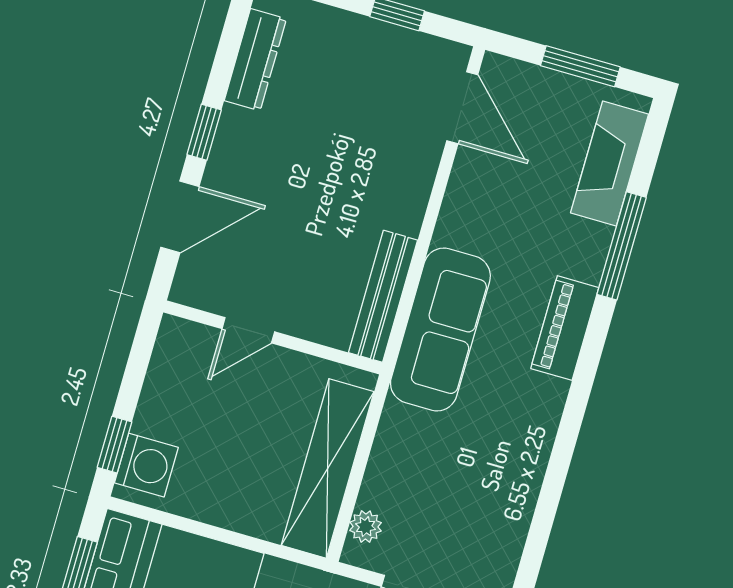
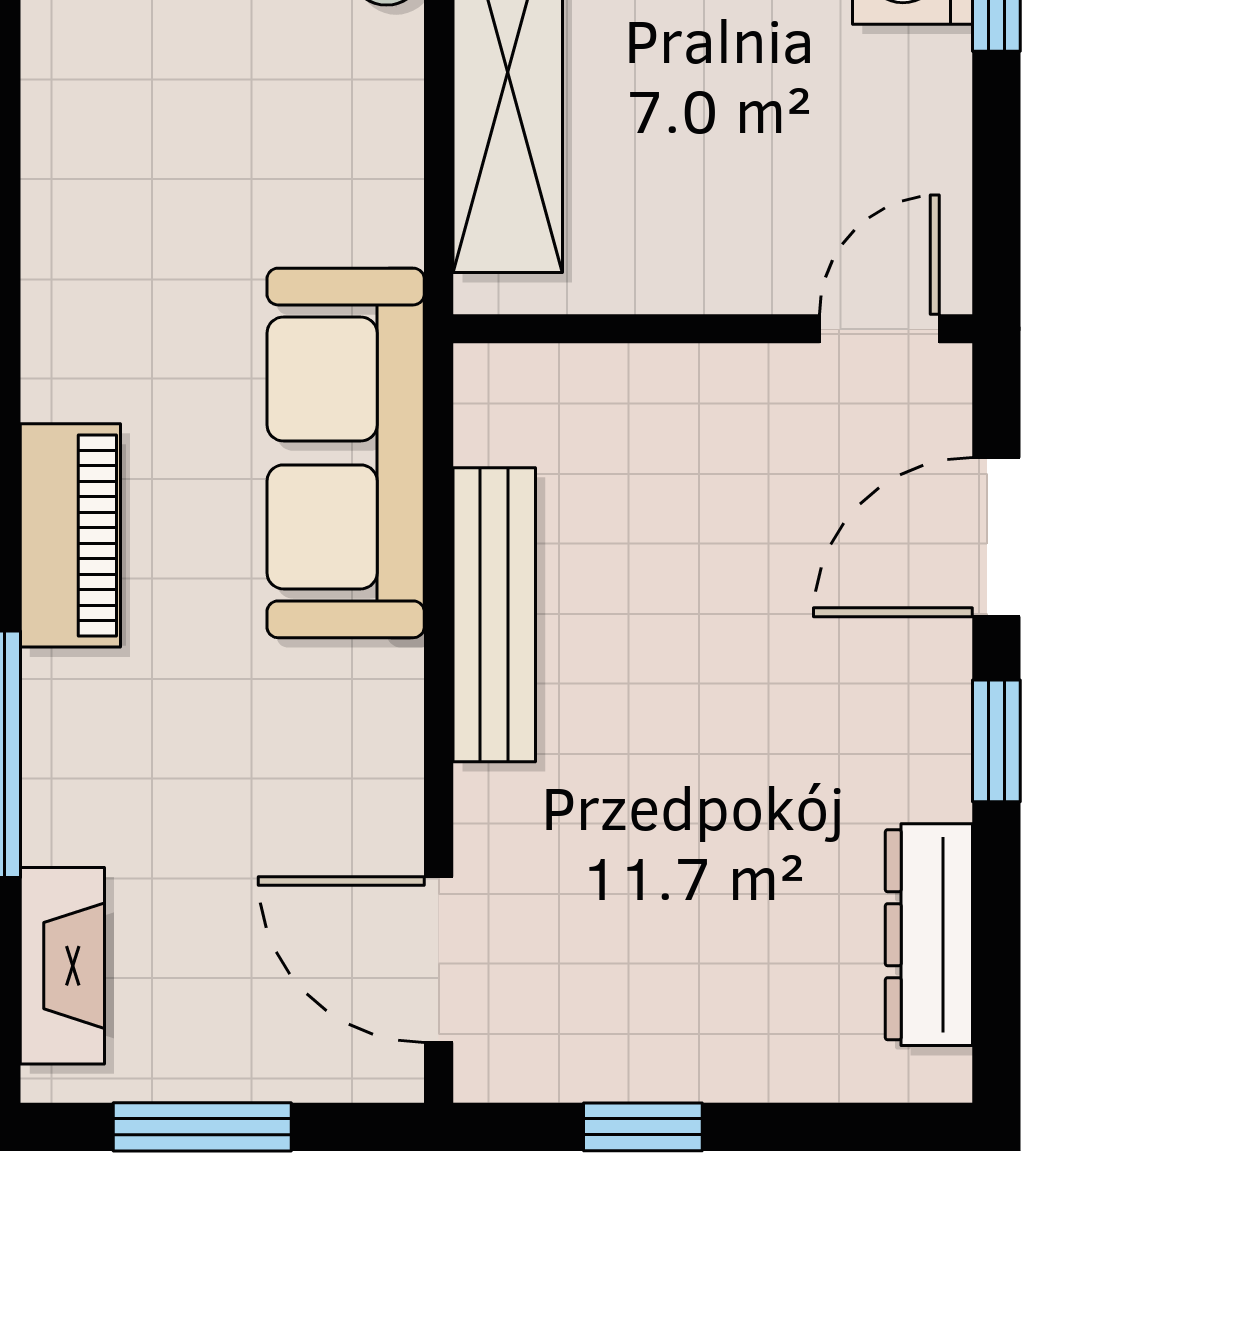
fireplace: (609, 164) -> (62, 966), width x0.73, depth x0.76
bench: (383, 296) -> (494, 615), moved
door: (248, 330) -> (879, 329), moved

